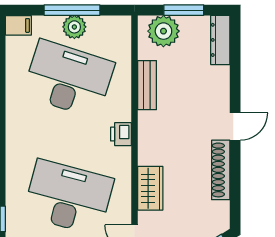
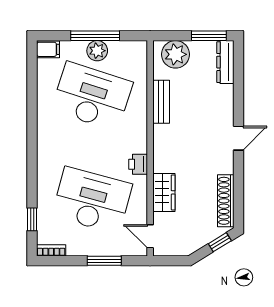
window: (184, 10) -> (209, 36), moved
printer: (121, 134) -> (138, 164), moved
shoe rack: (221, 170) -> (226, 201), moved

